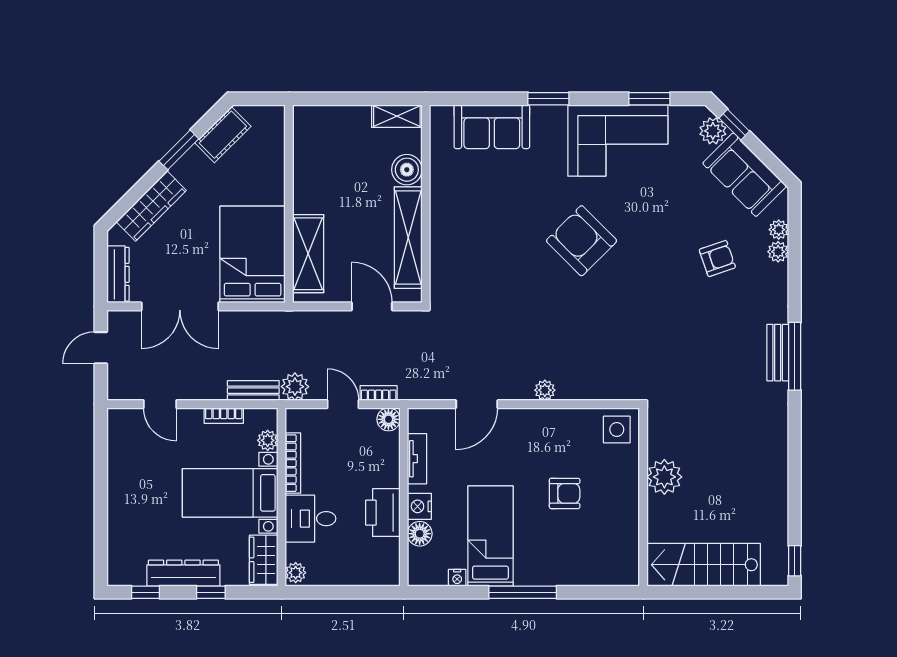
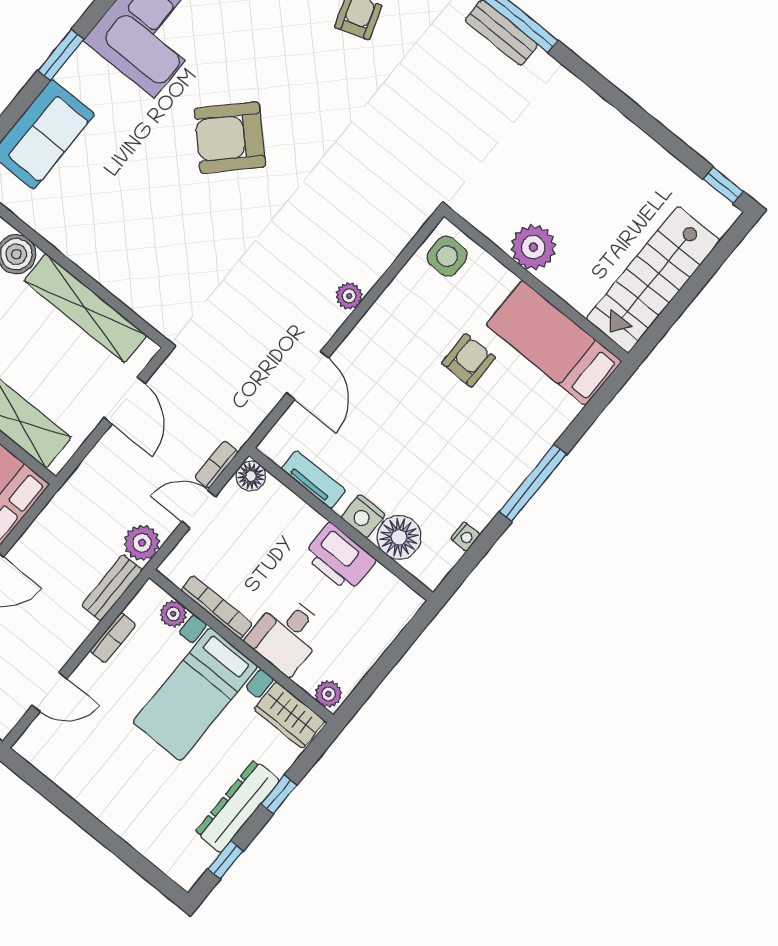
door: (372, 306) -> (124, 401), swing flipped
floor lamp: (420, 534) -> (399, 537), width x1.38, depth x1.38
bed: (490, 536) -> (554, 343), moved

